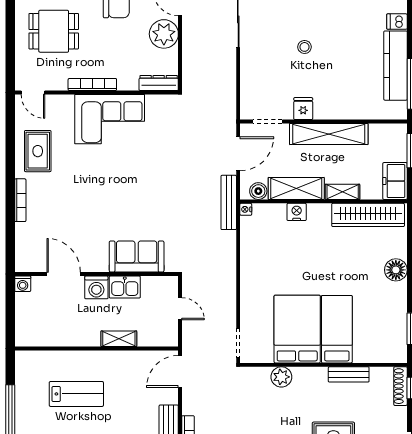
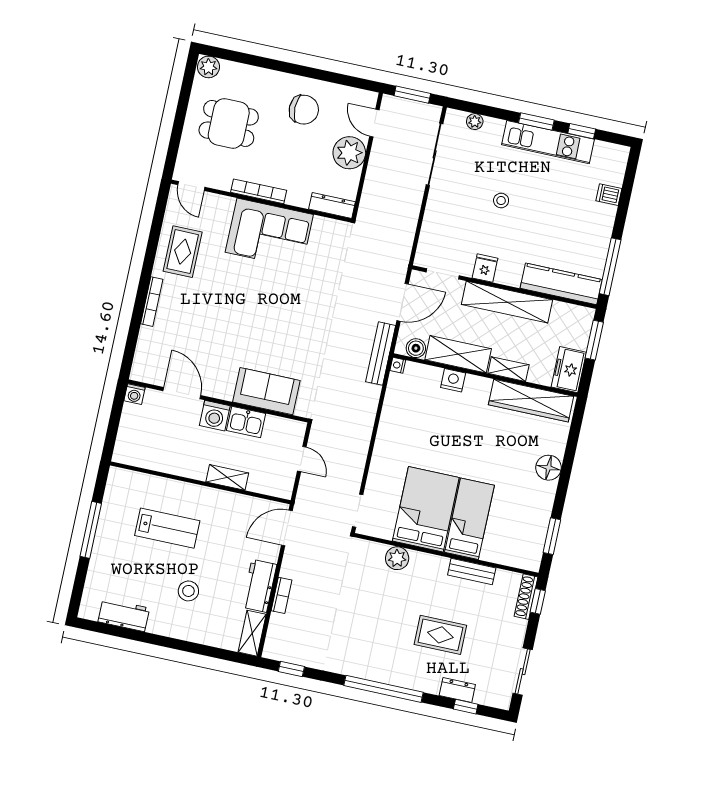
kitchen counter: (395, 66) -> (561, 284), moved, turned 90

